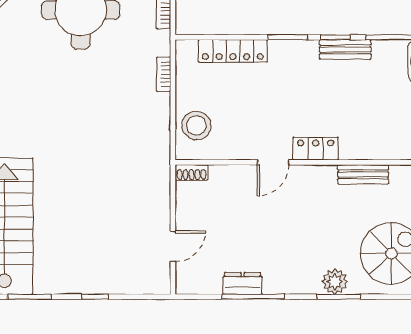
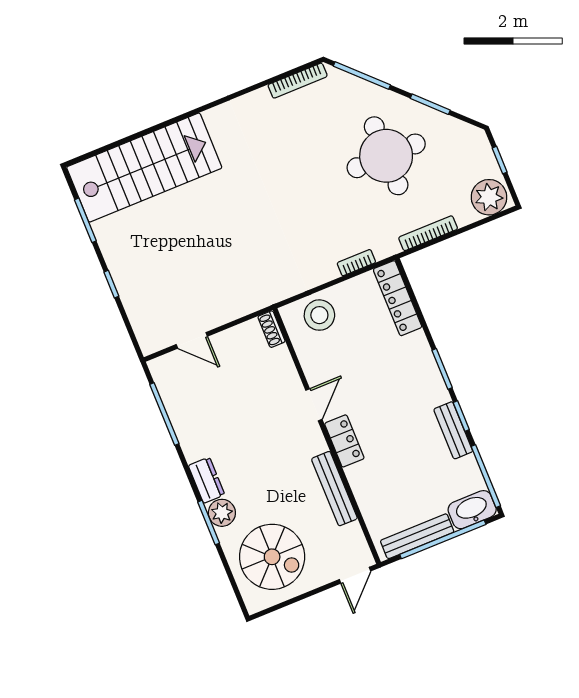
locker: (233, 51) -> (398, 298), moved
door: (273, 162) -> (314, 405), swing flipped
bench: (363, 174) -> (334, 489), width x1.36
dresser: (243, 283) -> (206, 480), moved
window: (253, 297) -> (164, 414), moved

